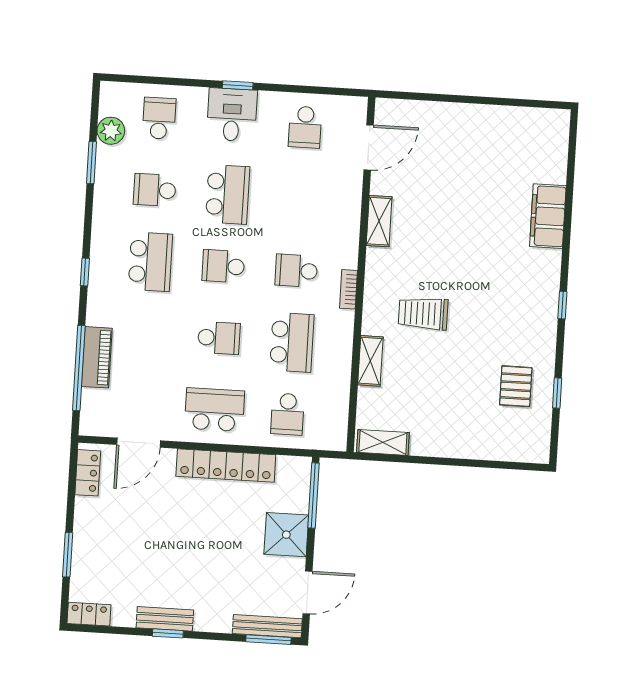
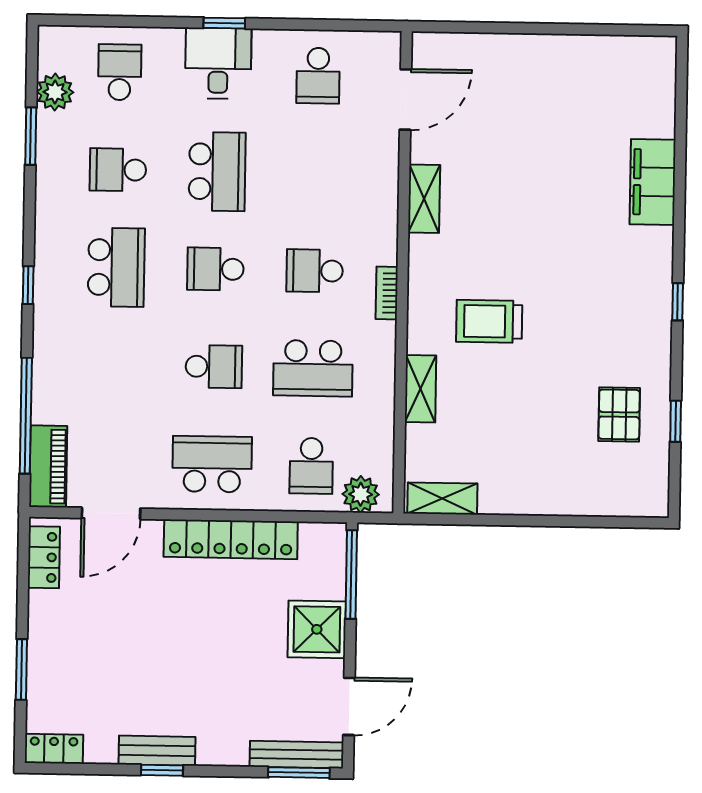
school desk: (292, 342) -> (313, 368), turned 90
piano: (97, 357) -> (48, 466), moved
plant: (323, 437) -> (361, 494), added

